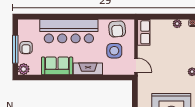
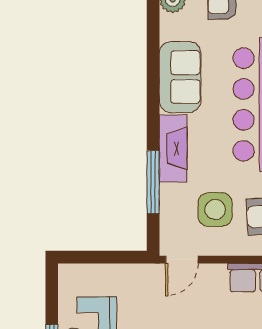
window: (102, 77) -> (153, 182), added

